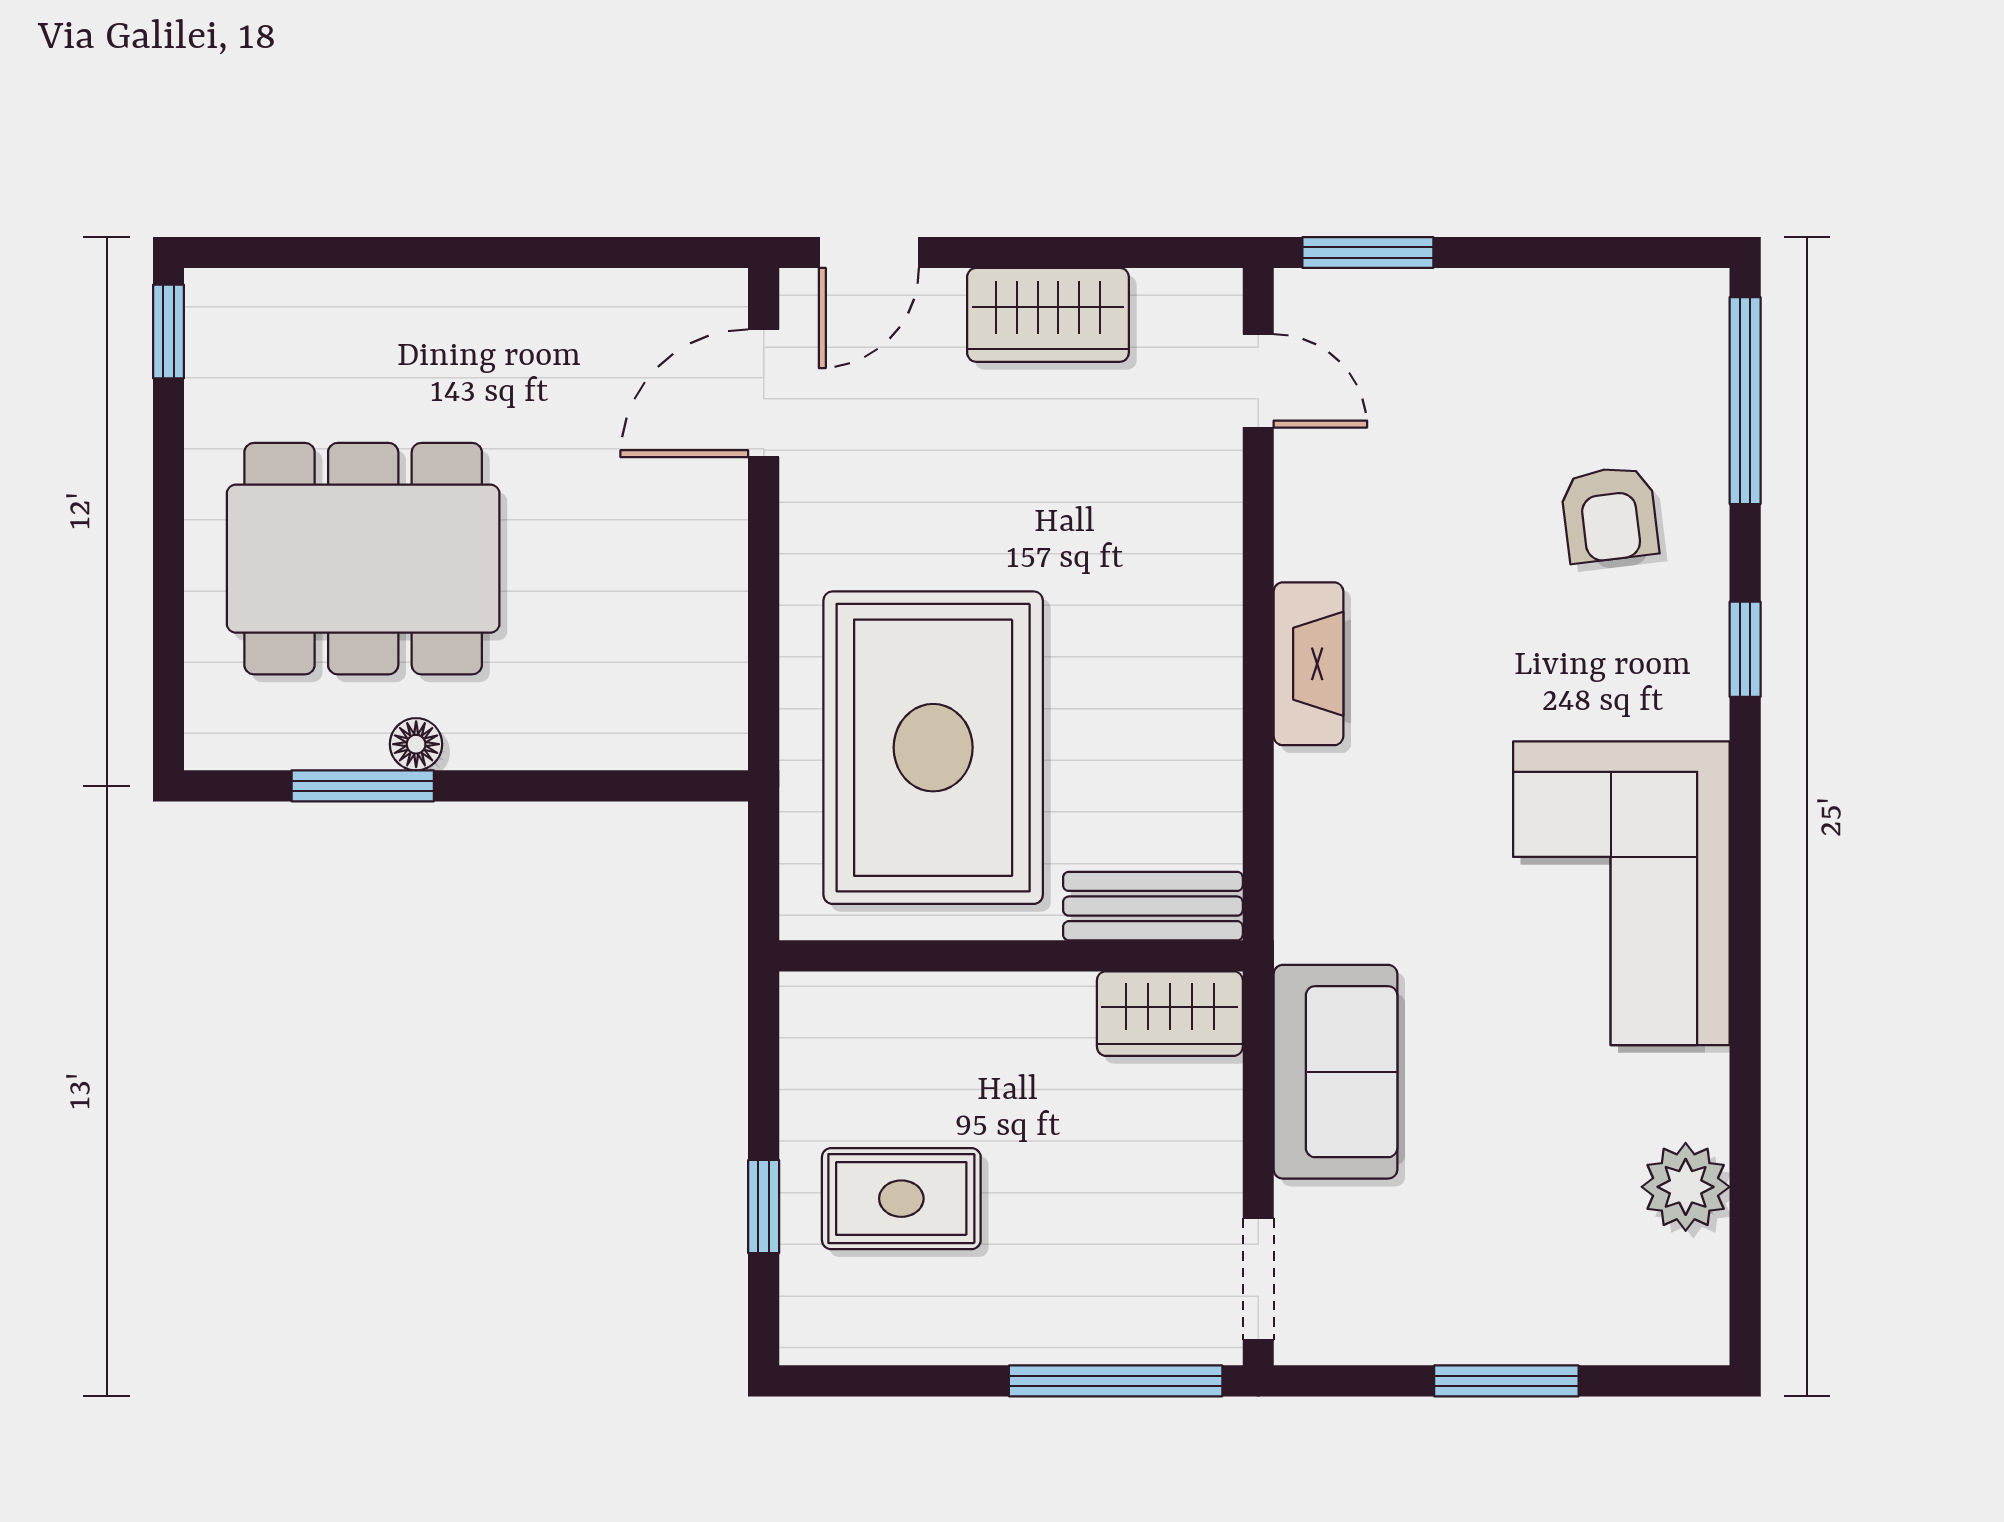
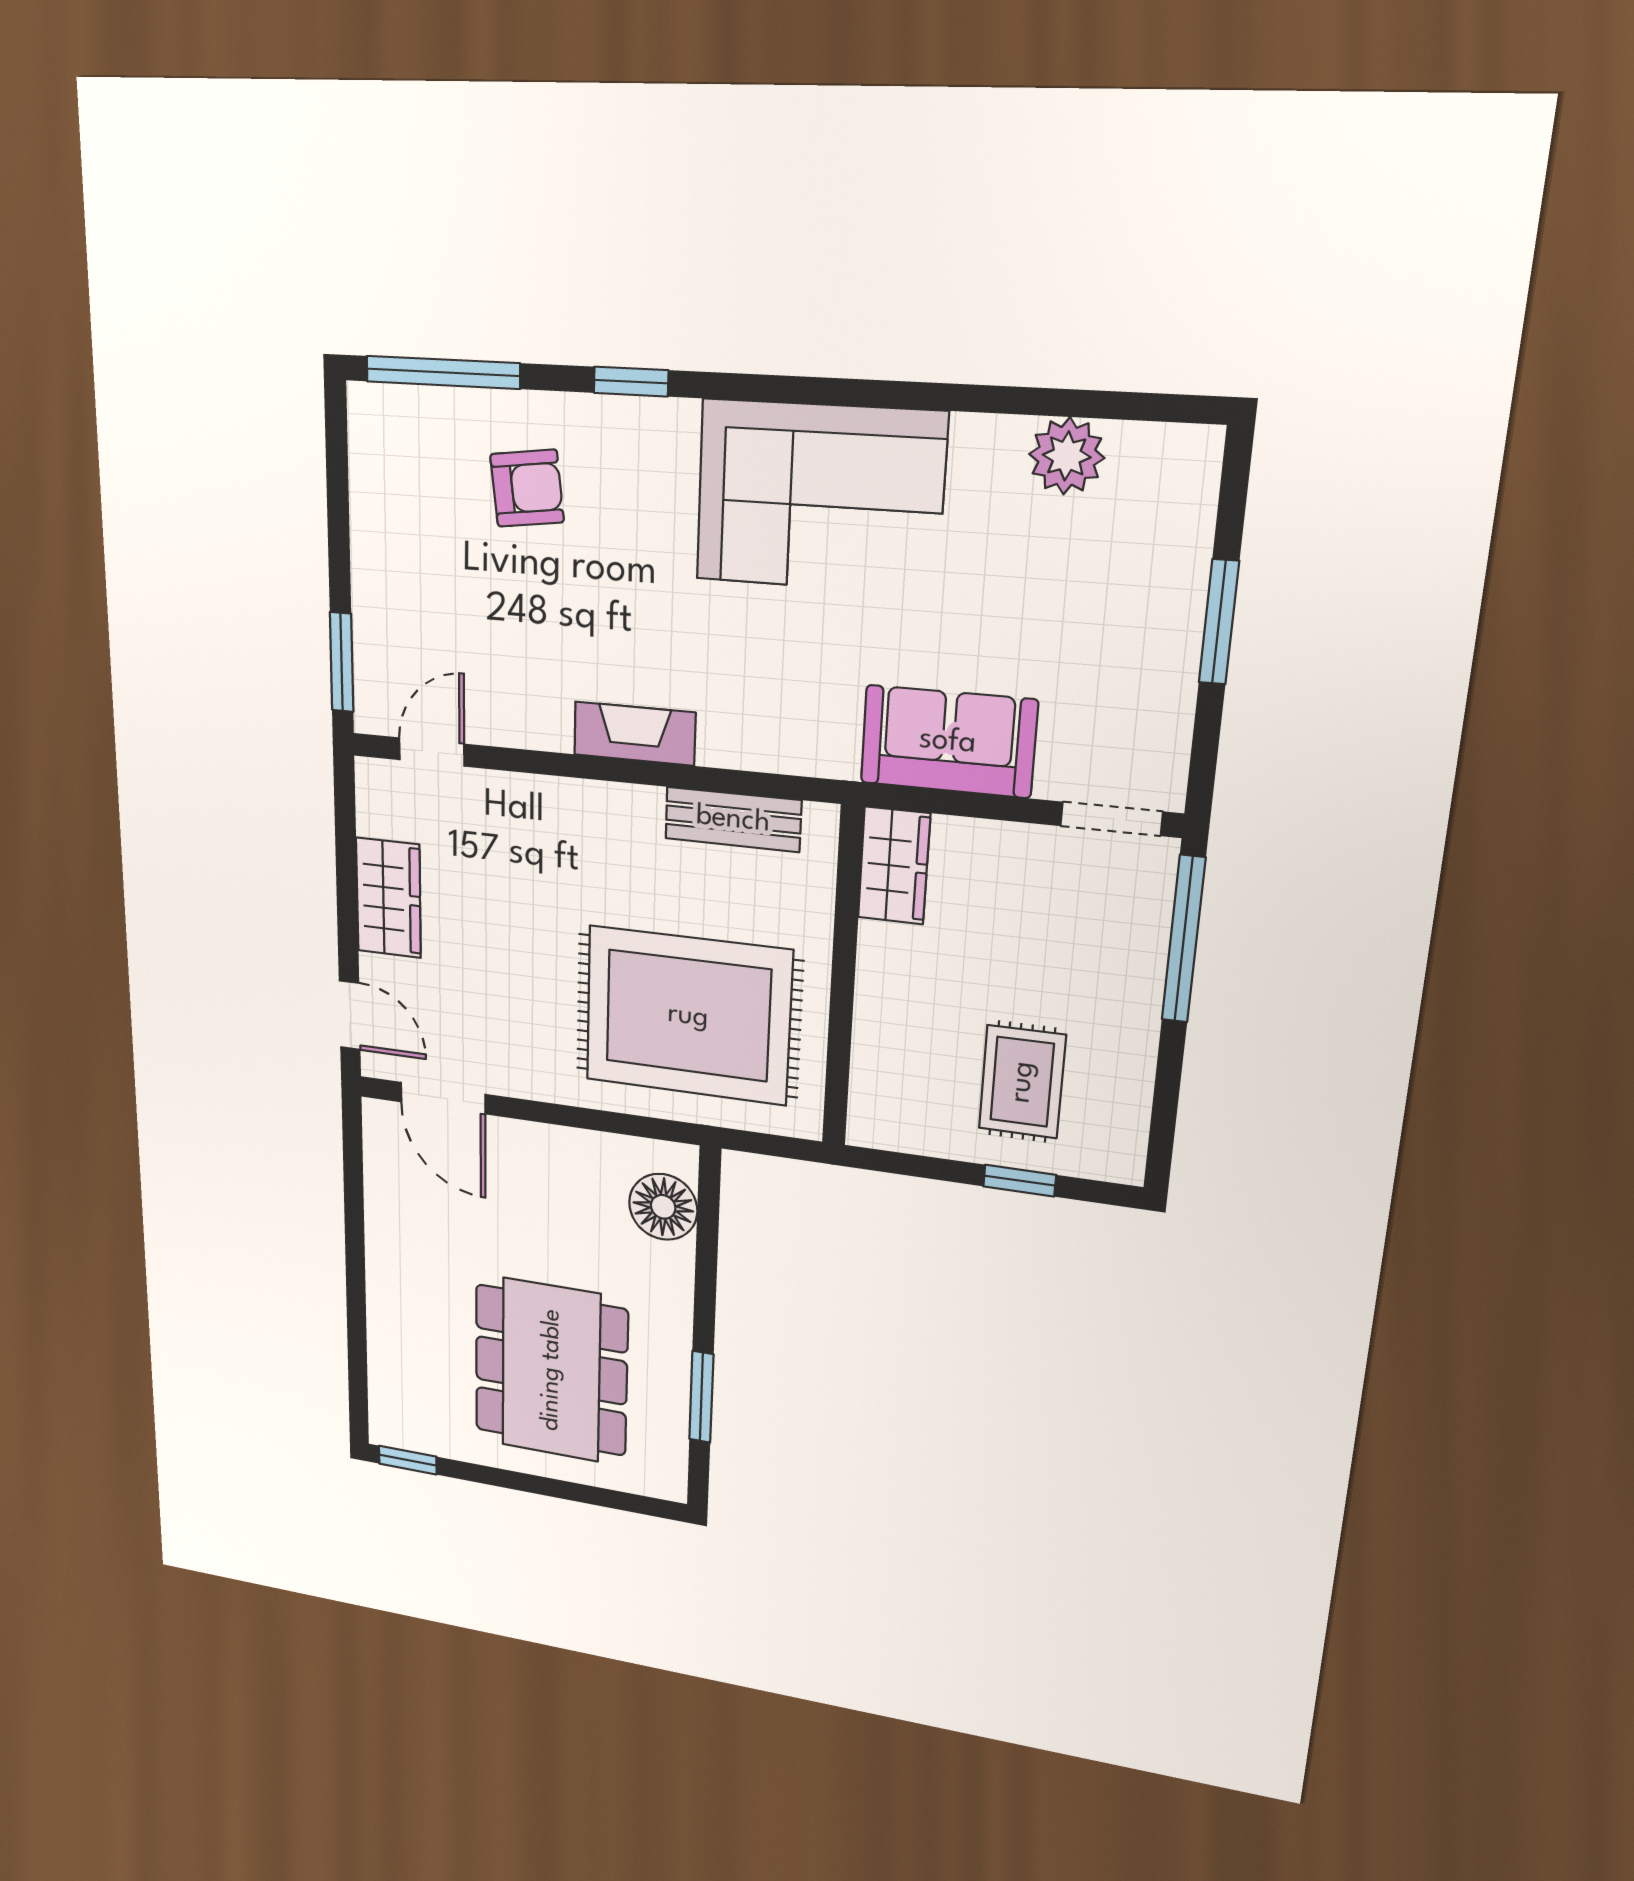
floor lamp: (416, 744) -> (663, 1207), moved, width x1.89, depth x1.89
bench: (1153, 906) -> (733, 819), moved, turned 90

